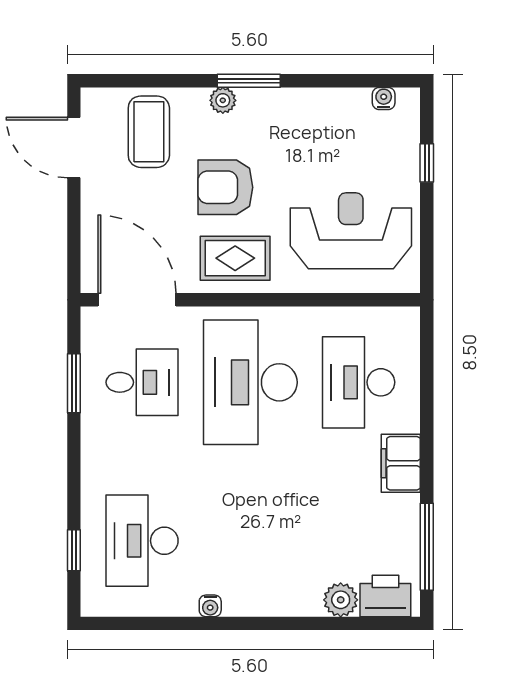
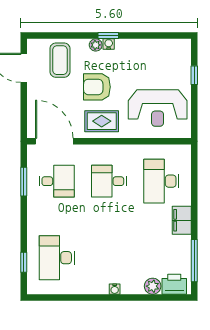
window: (249, 81) -> (108, 36), width x0.67
water cooler: (384, 98) -> (109, 44), moved
reception desk: (351, 231) -> (158, 108), turned 180
desk: (250, 382) -> (109, 181), width x0.53, depth x0.77
water cooler: (210, 606) -> (115, 289), moved

